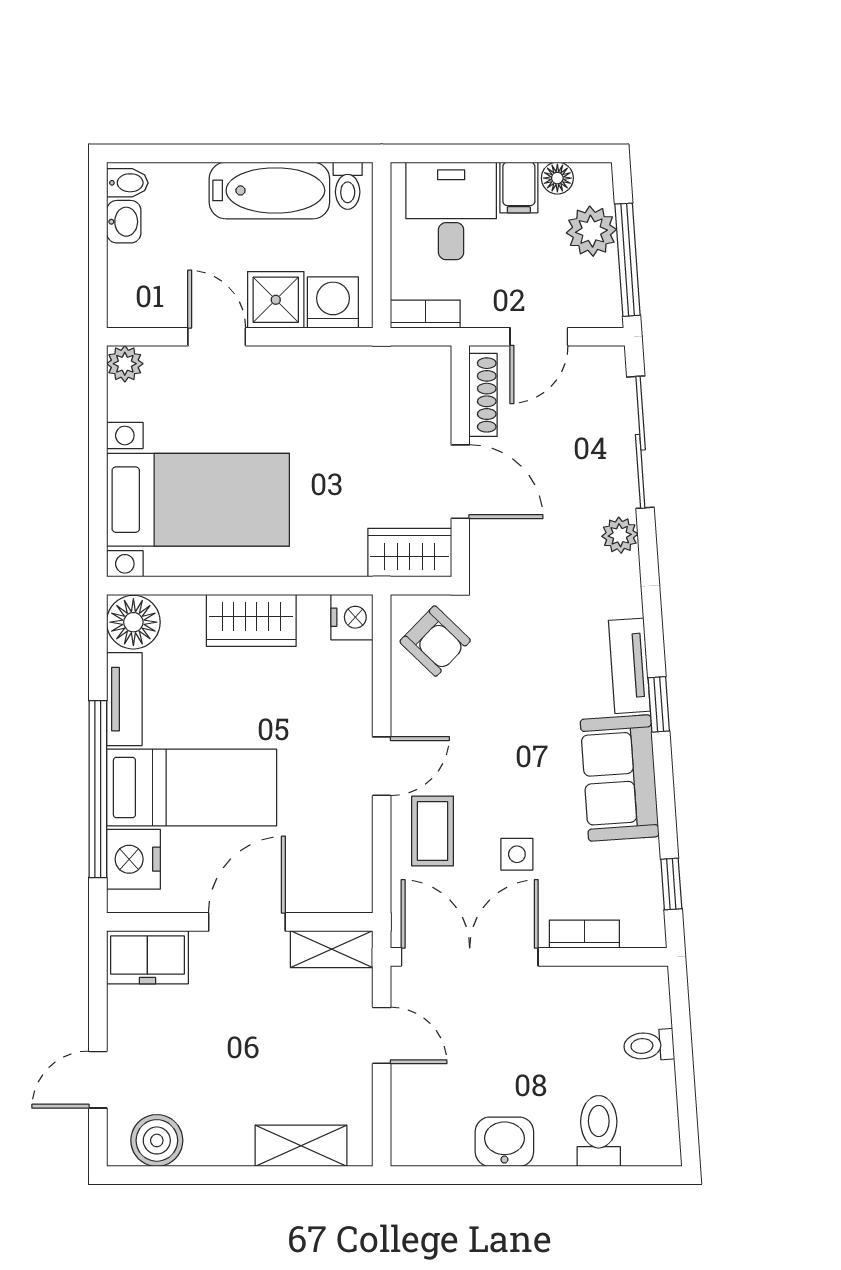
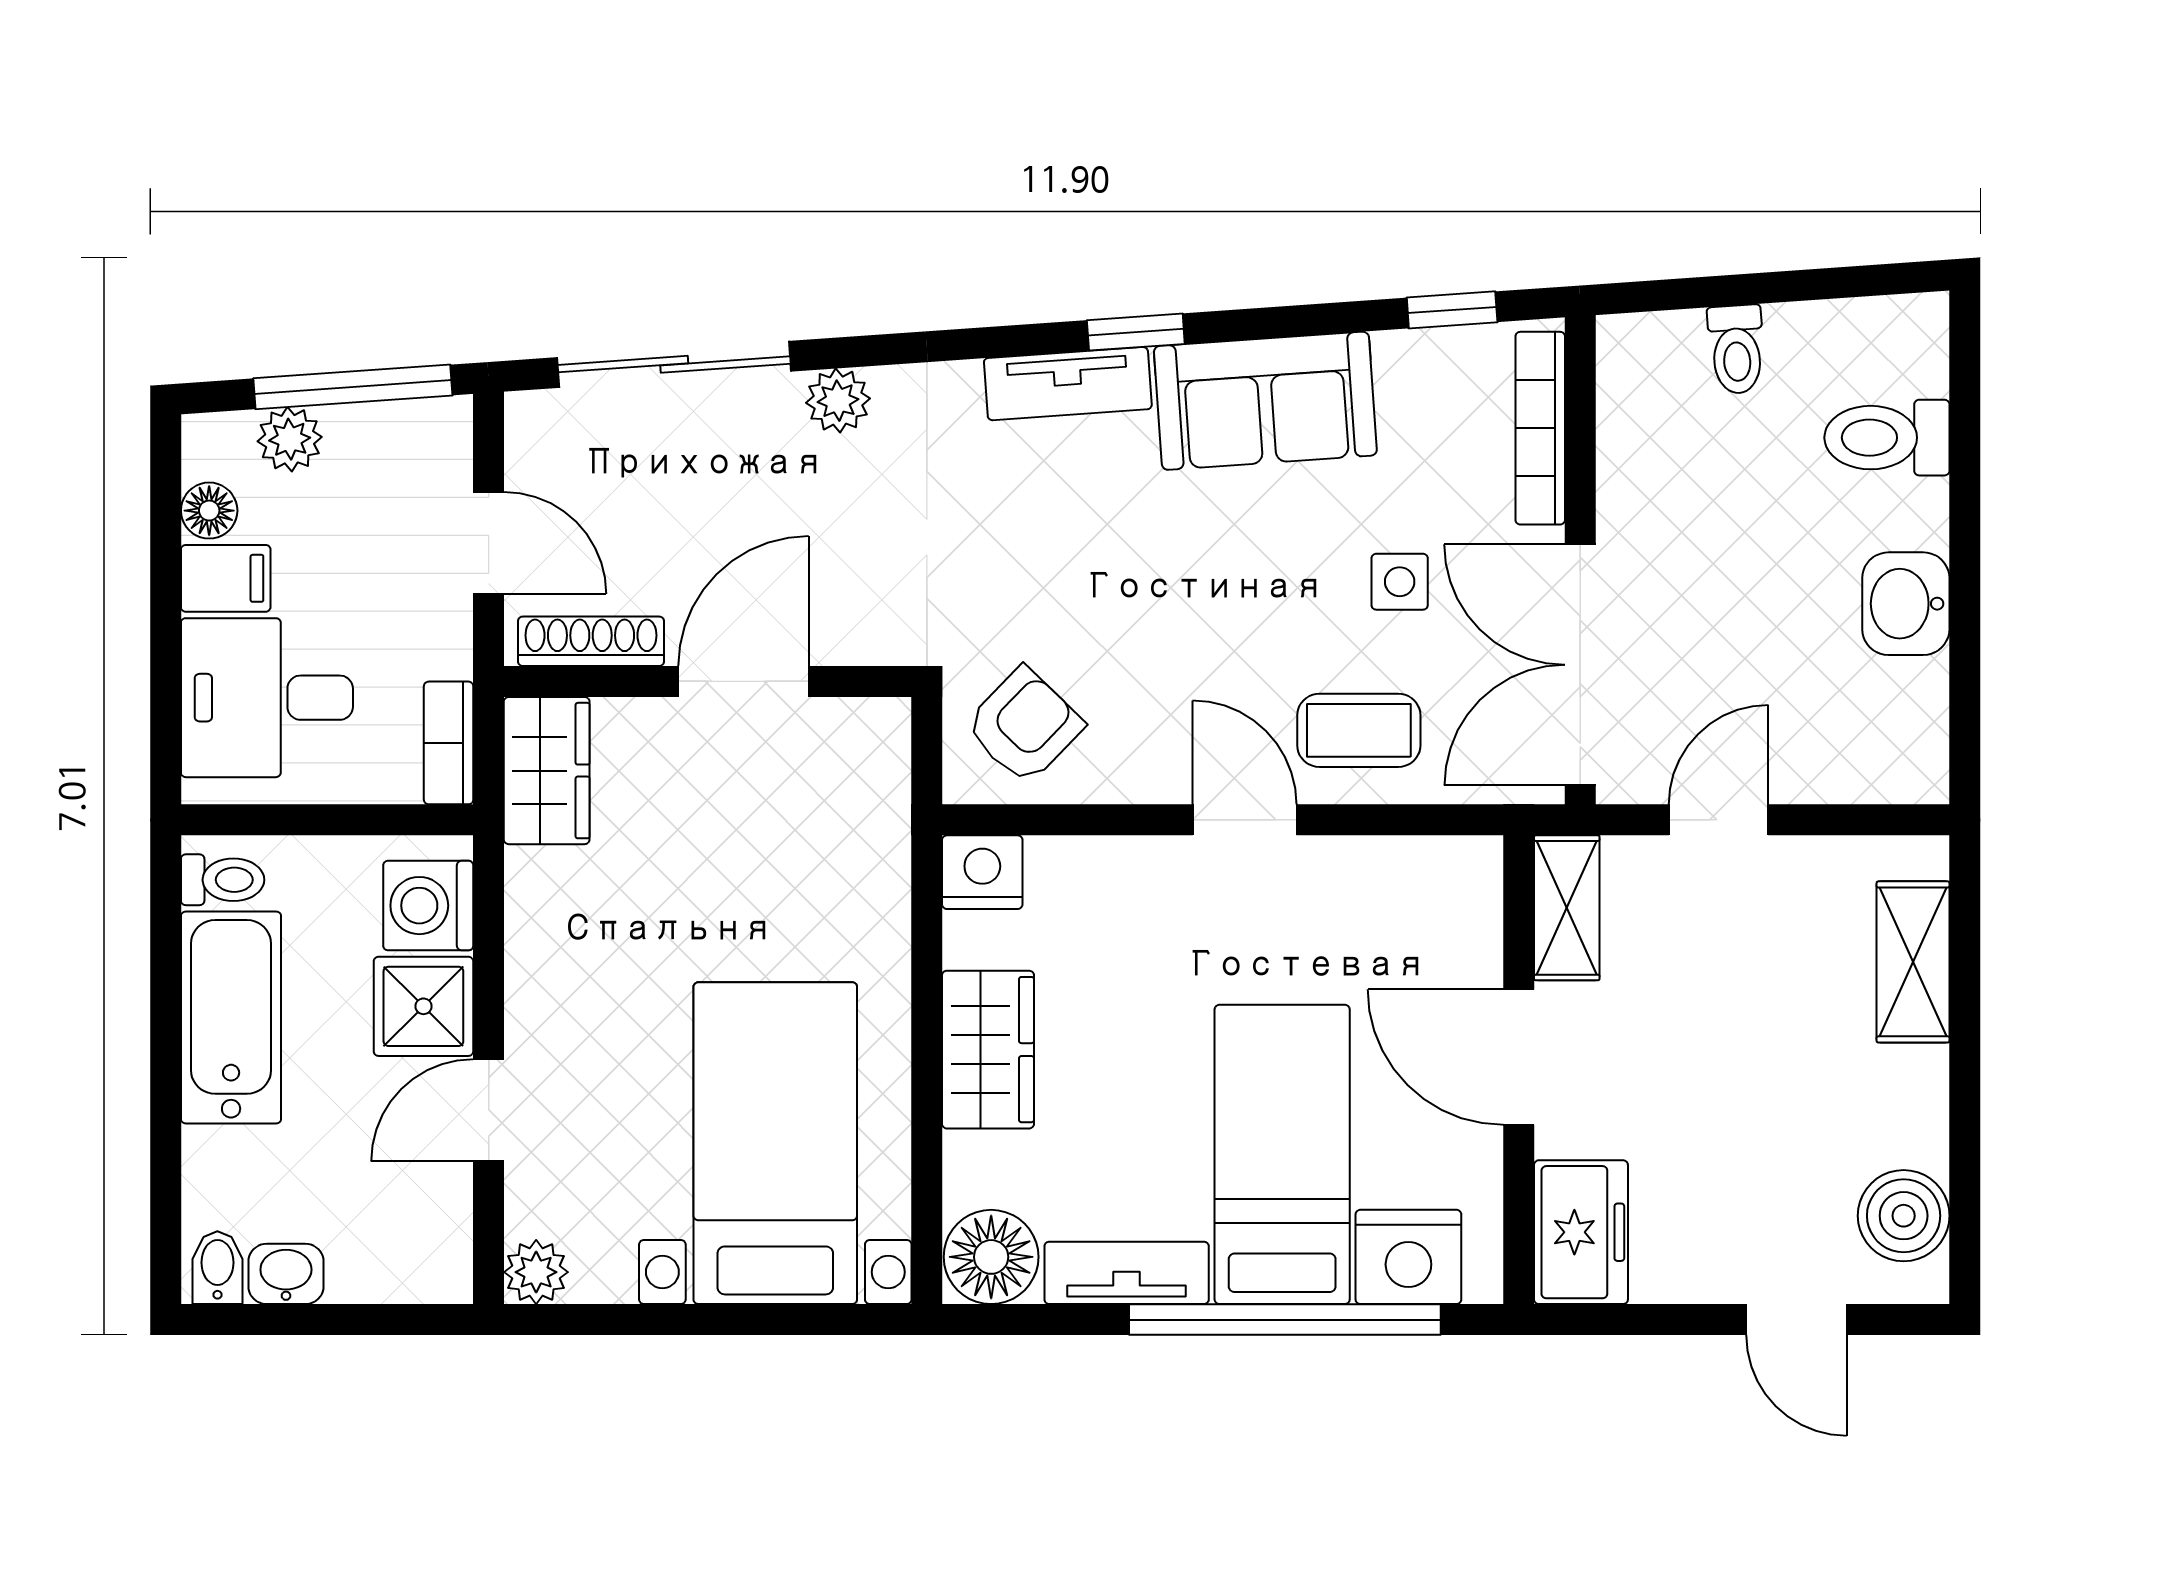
plant: (591, 231) -> (290, 439), width x0.73, depth x0.73
wardrobe: (410, 553) -> (547, 771), moved, turned 180
bookcase: (584, 934) -> (1540, 428), width x1.56

